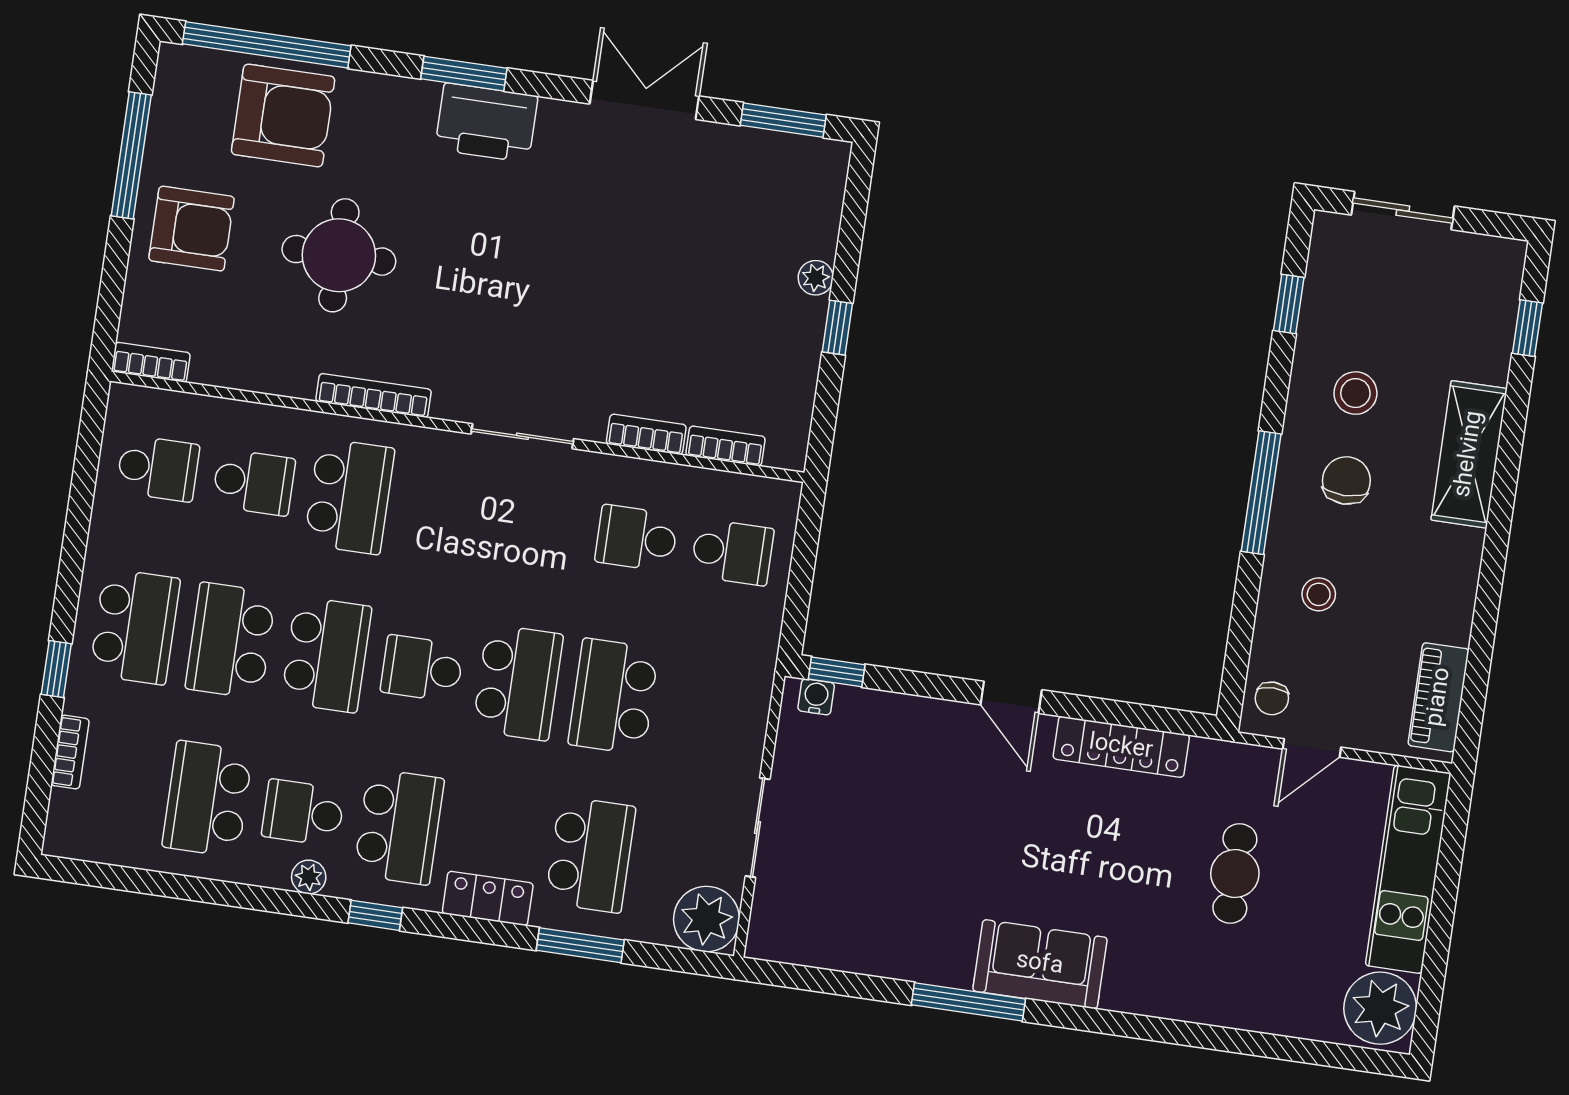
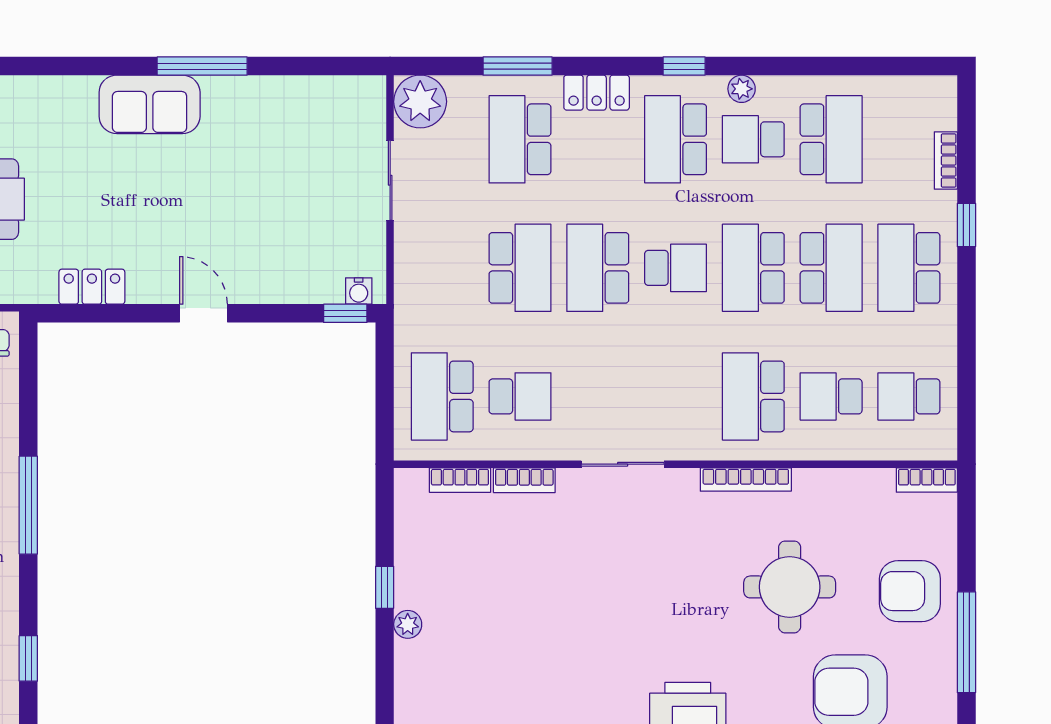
school desk: (732, 552) -> (442, 396), width x1.85
locker: (1121, 747) -> (92, 287), width x0.66
school desk: (303, 813) -> (753, 139), turned 180

